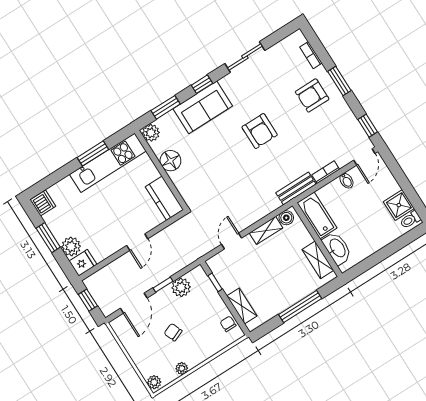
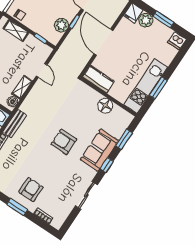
armchair: (260, 131) -> (64, 142), moved
plant: (151, 133) -> (126, 118), removed
door: (137, 242) -> (104, 42), width x1.88

